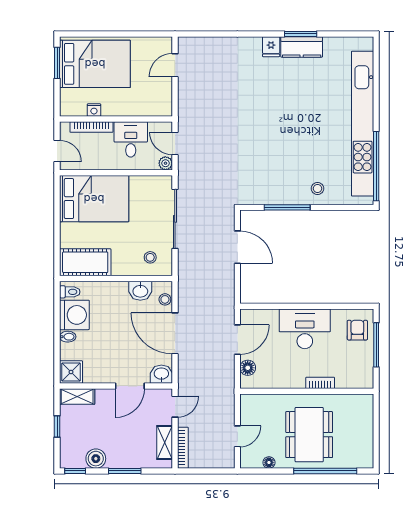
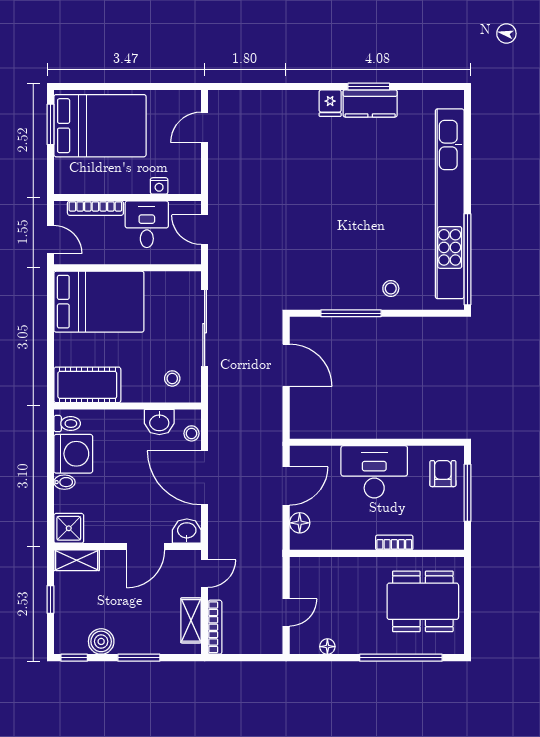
nightstand: (94, 110) -> (159, 186), moved
plant: (165, 163) -> (192, 255), removed
dining table: (309, 435) -> (423, 601), moved, turned 90

